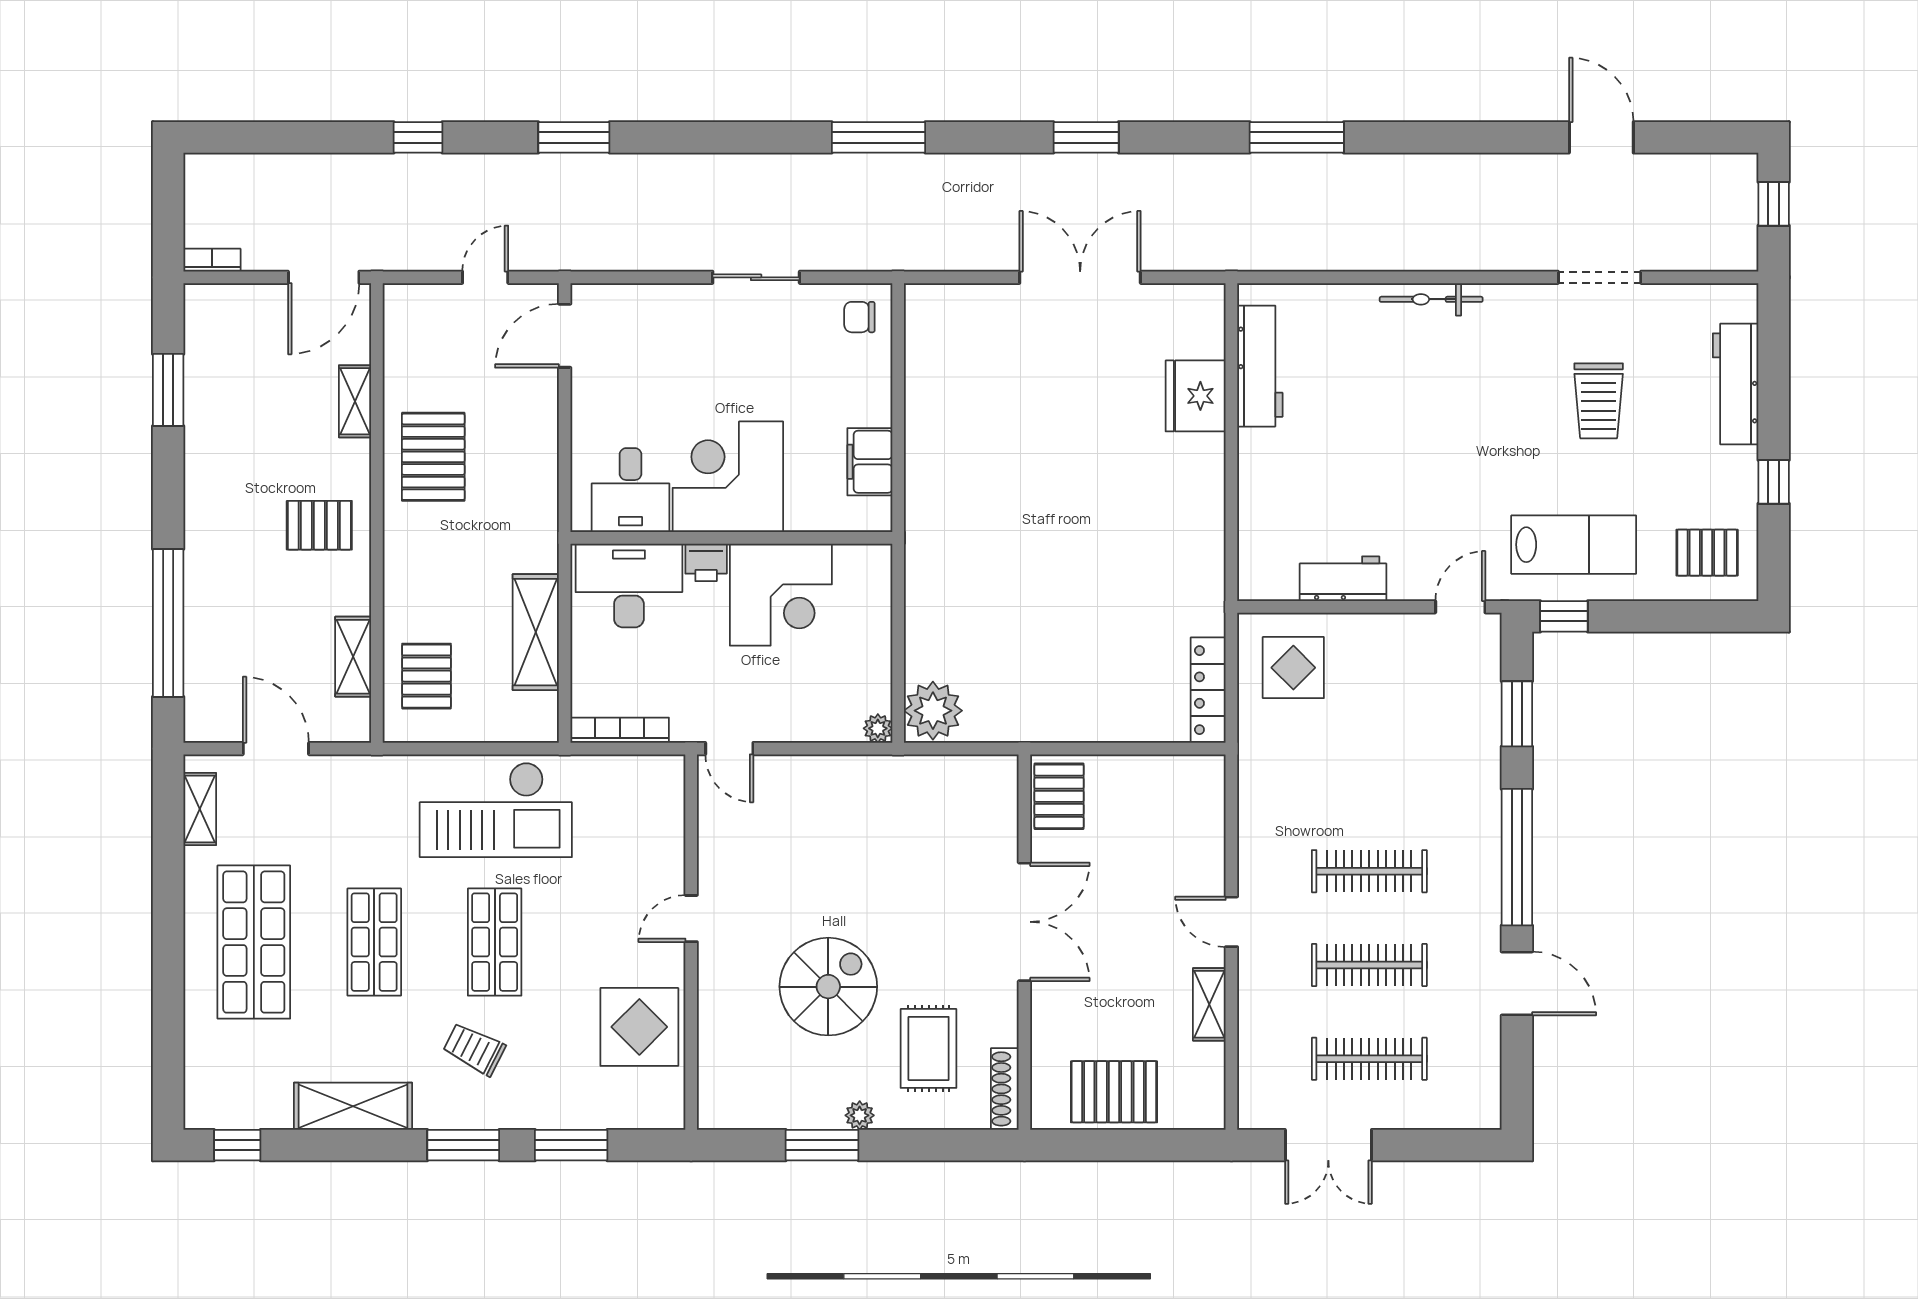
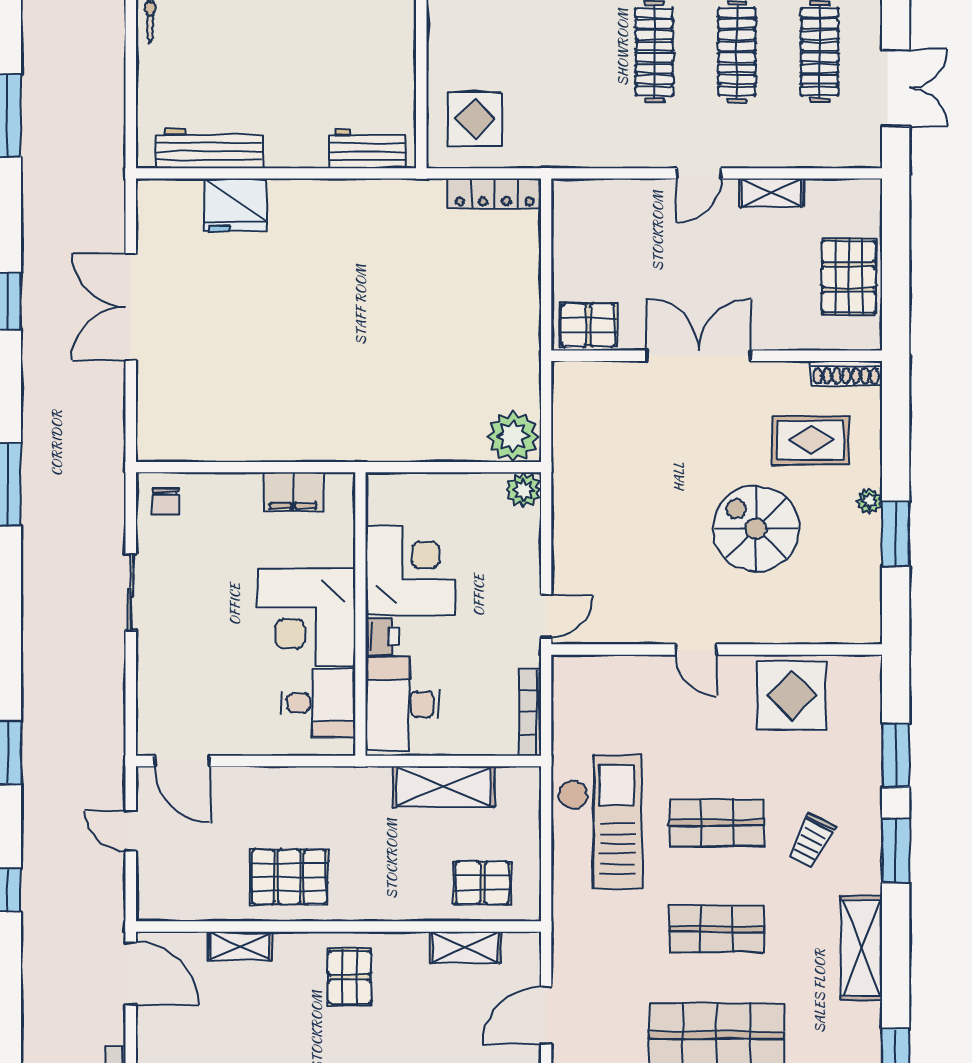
workbench: (1343, 579) -> (367, 149), moved, turned 90
plant: (878, 728) -> (524, 490), width x1.38, depth x1.38

